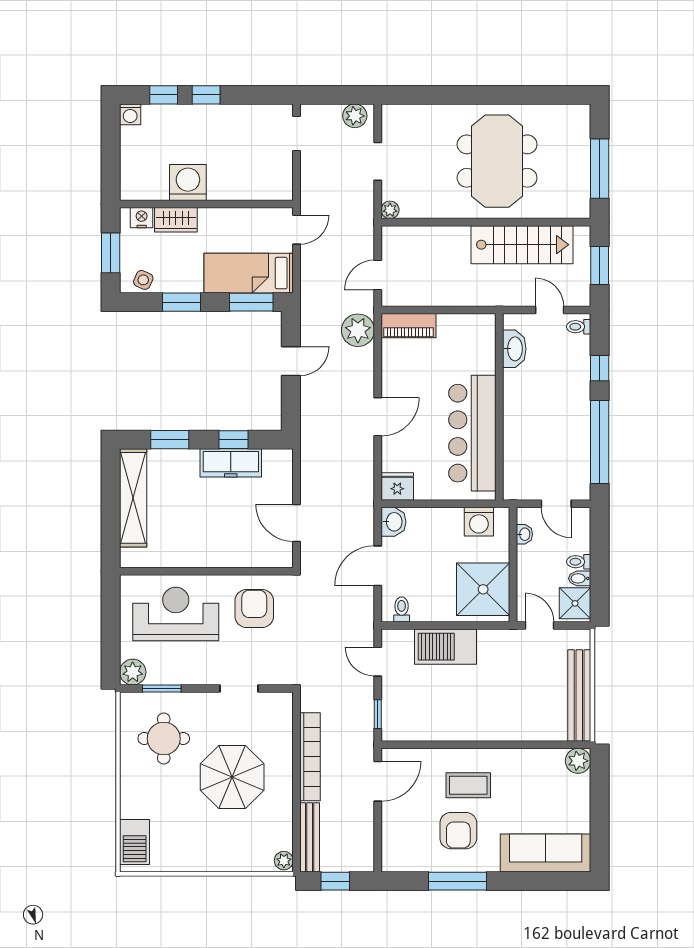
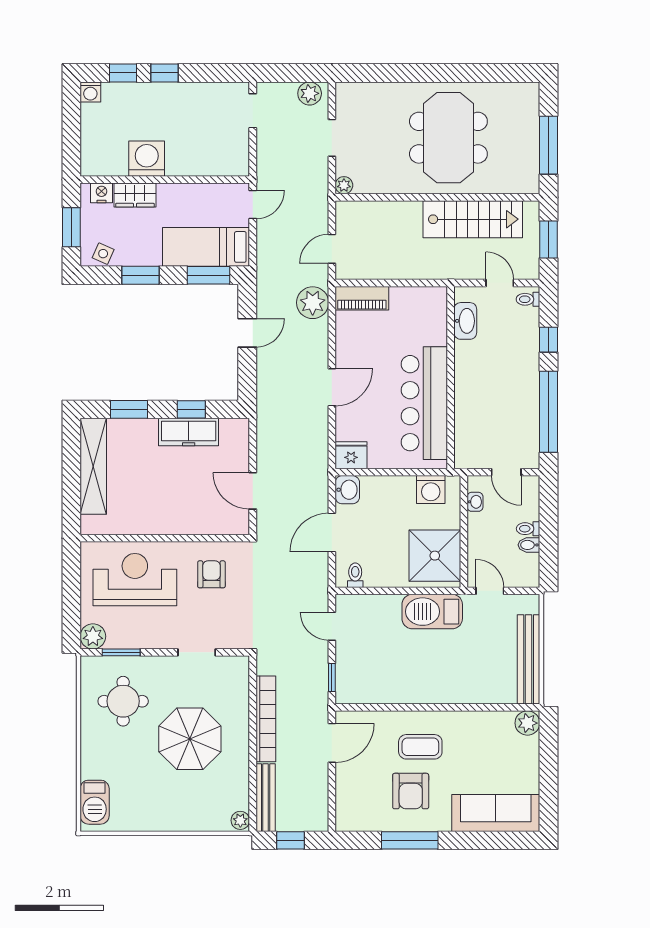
shower: (575, 603) -> (524, 569), removed
armchair: (254, 608) -> (211, 574), width x0.72, depth x0.72
barbecue: (446, 647) -> (432, 612), moved

